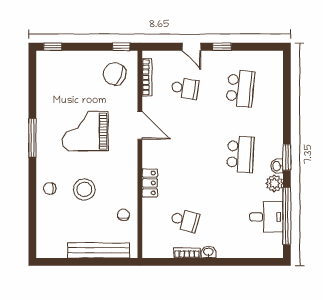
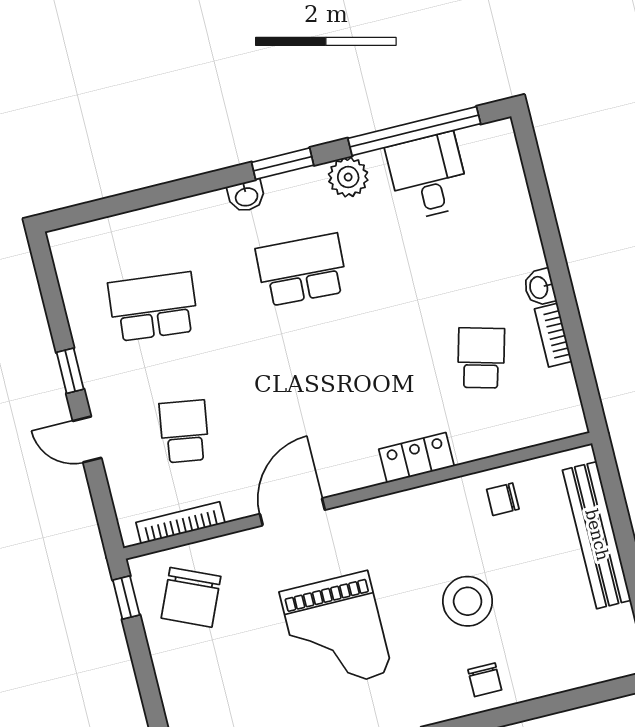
door: (192, 47) -> (87, 439), swing flipped
washbasin: (277, 166) -> (246, 196), moved

